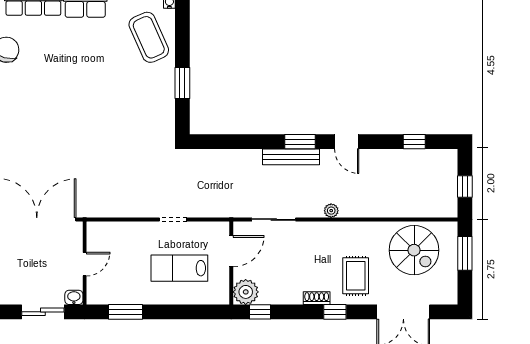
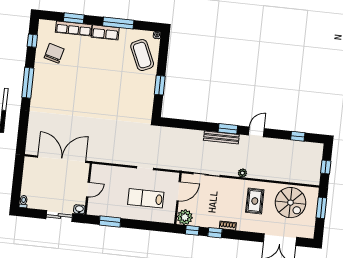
door: (347, 142) -> (256, 132), swing flipped
rug: (356, 276) -> (255, 201), moved
window: (335, 312) -> (215, 233), moved

